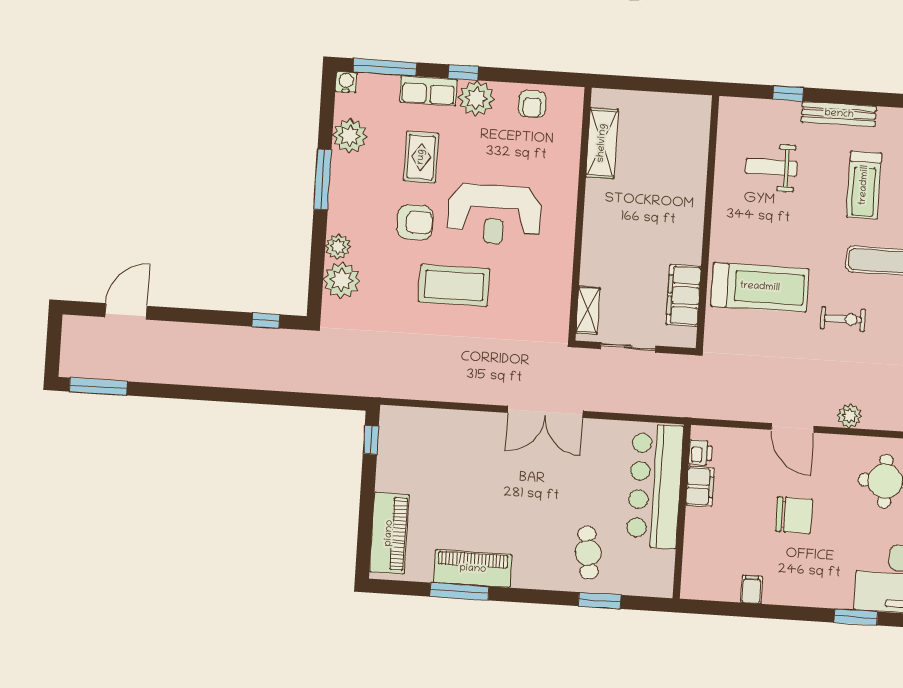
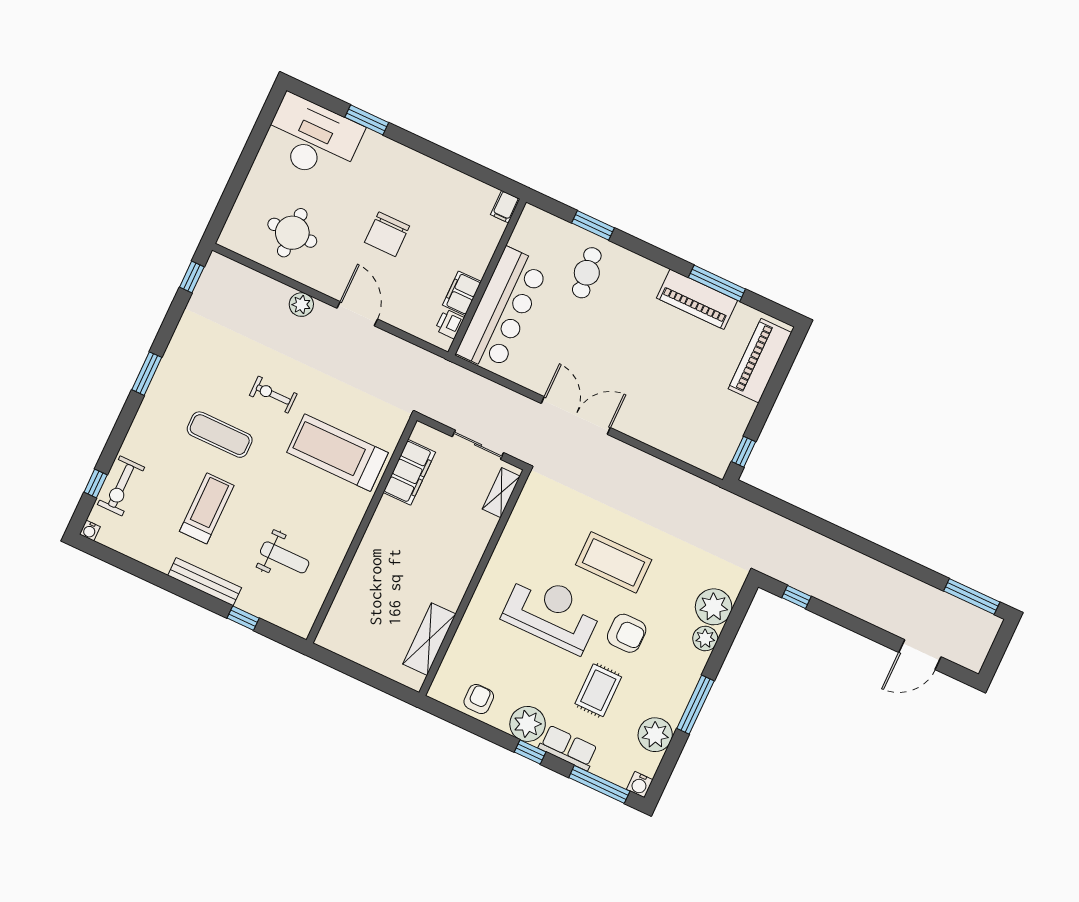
armchair: (415, 222) -> (627, 633), turned 180
chair: (794, 515) -> (387, 234), turned -90
filing cabinet: (752, 589) -> (505, 207), moved

